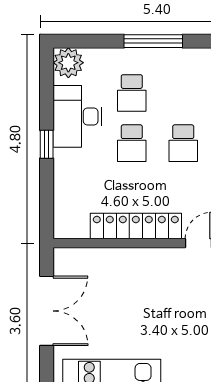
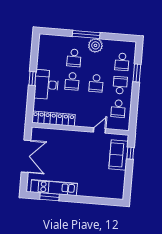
plant: (68, 63) -> (95, 45), moved
desk: (78, 116) -> (46, 85), moved
locker: (136, 226) -> (53, 119), moved

